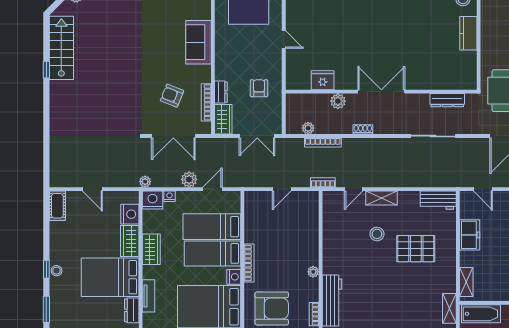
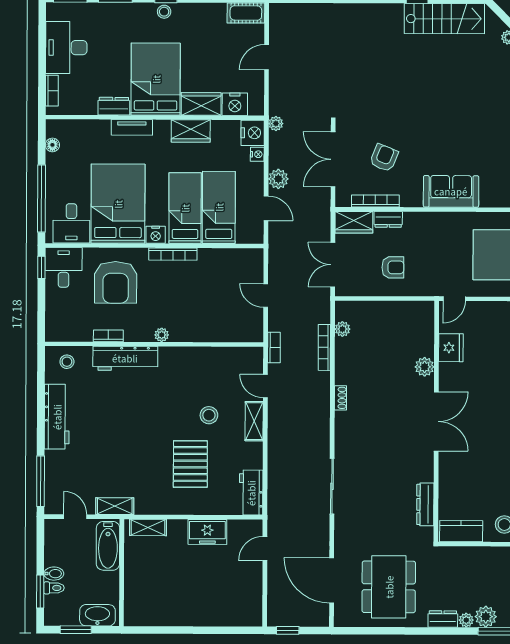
fridge: (323, 80) -> (451, 348), moved
double door: (381, 92) -> (436, 421), moved
wall: (381, 92) -> (436, 421), moved
dresser: (447, 100) -> (425, 504), moved
plant: (338, 101) -> (425, 367), moved

